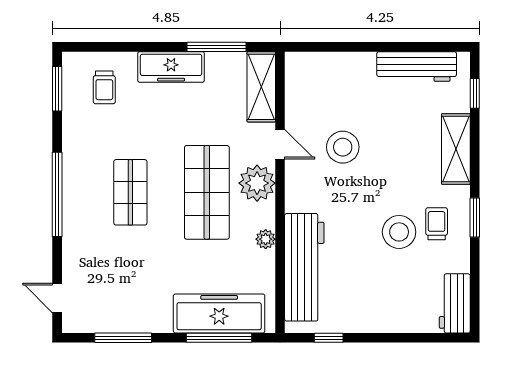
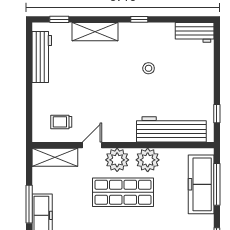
window: (216, 47) -> (29, 204), moved
stool: (343, 147) -> (94, 105), removed
window: (475, 217) -> (139, 19), width x0.67
trolley: (437, 224) -> (61, 122), moved
stool: (399, 232) -> (149, 68), width x0.53, depth x0.53
plant: (266, 239) -> (148, 160), width x1.88, depth x1.88

